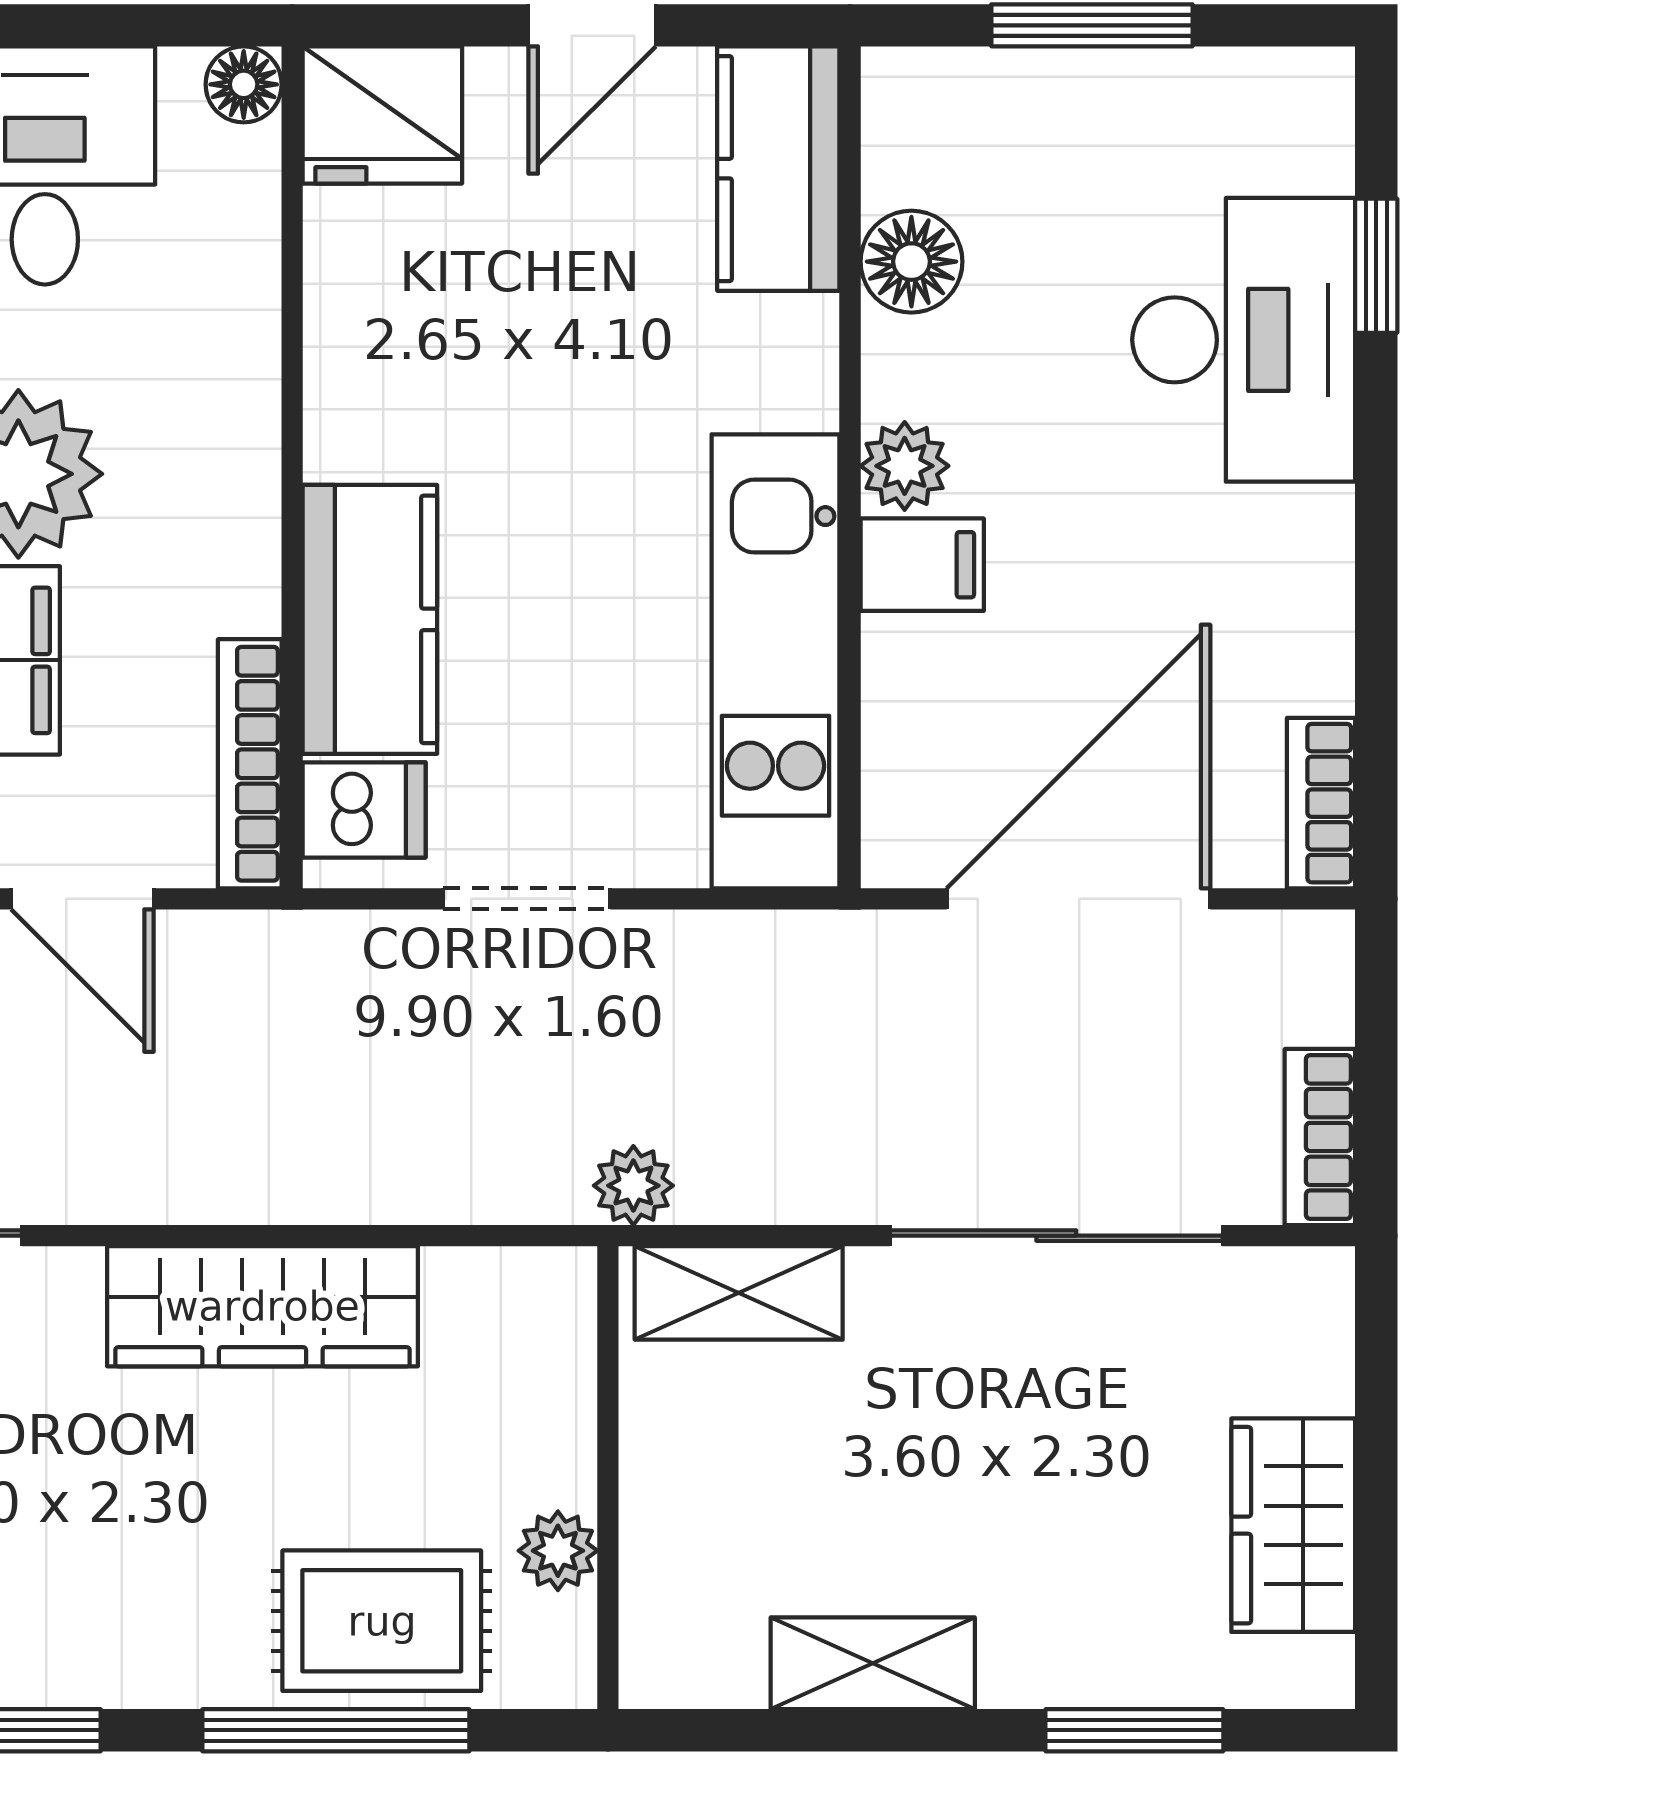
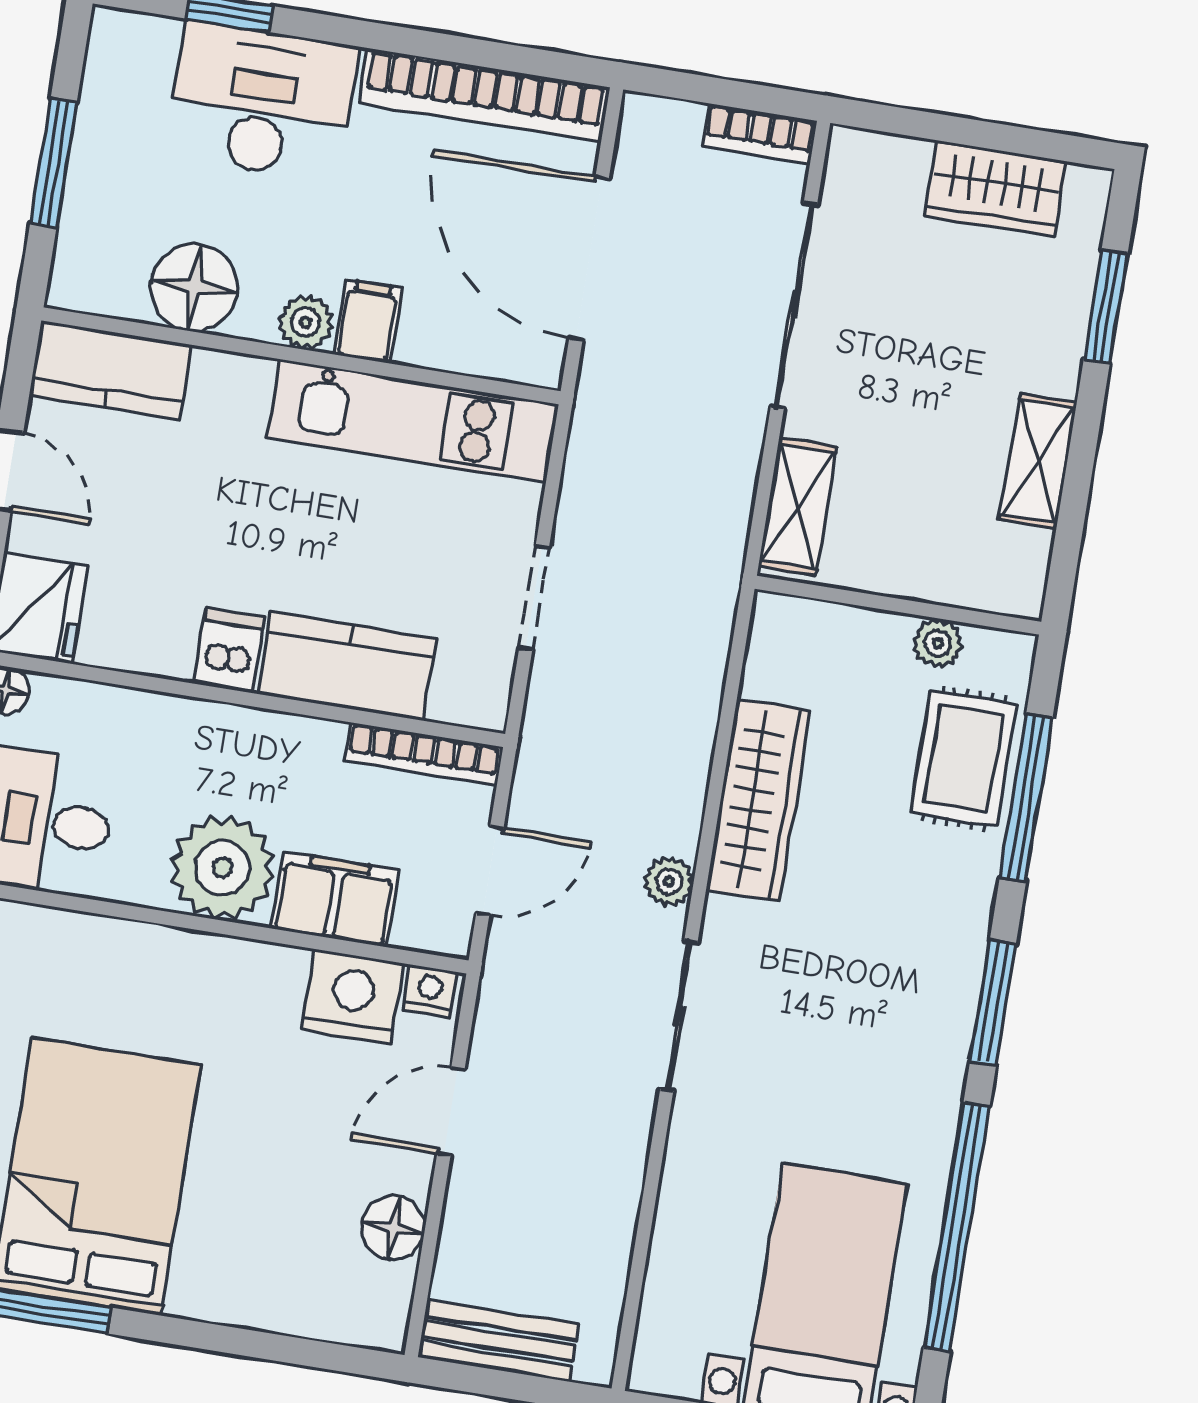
floor lamp: (911, 262) -> (194, 288), width x1.38, depth x1.38
bookcase: (1321, 803) -> (484, 95), width x2.31, depth x1.31
dishwasher: (364, 810) -> (229, 651), moved
plant: (633, 1186) -> (669, 881), moved

